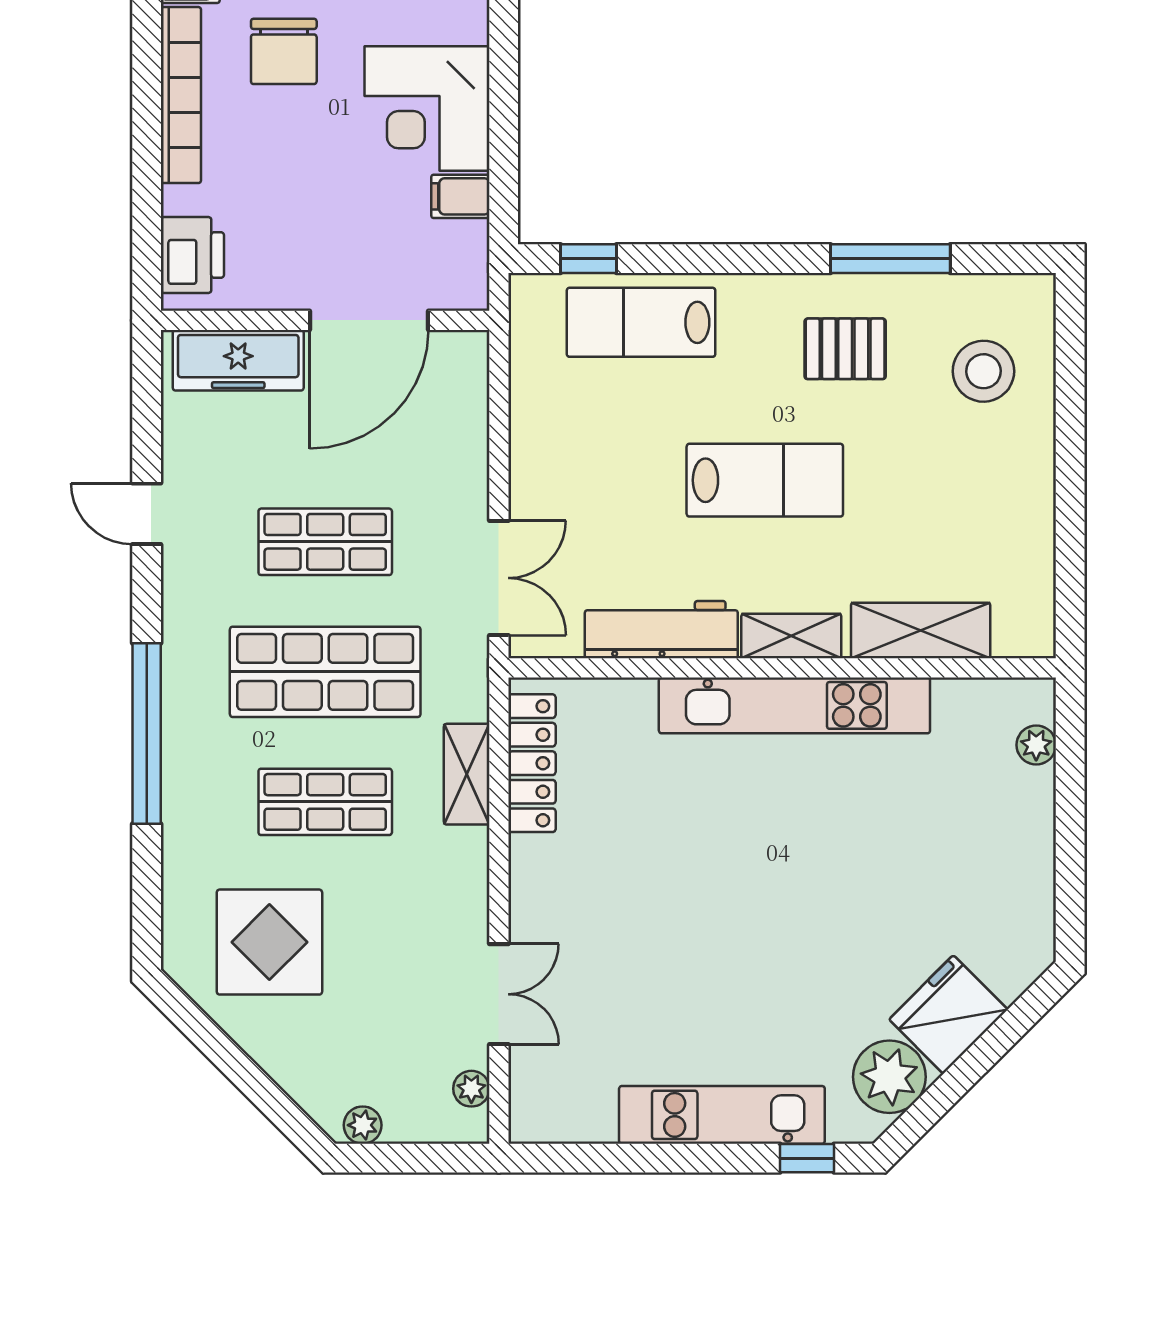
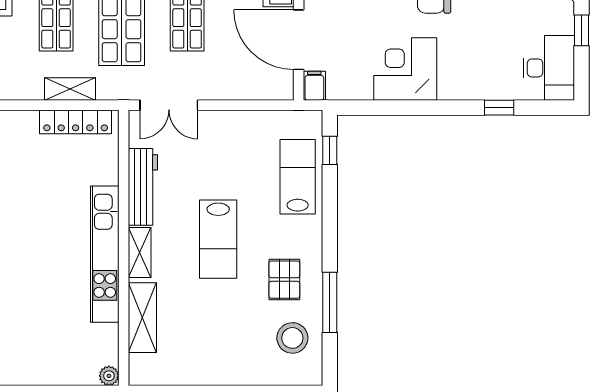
filing cabinet: (460, 196) -> (314, 86), moved
stool: (983, 371) -> (292, 338), moved
plant: (1036, 745) -> (109, 376), moved

